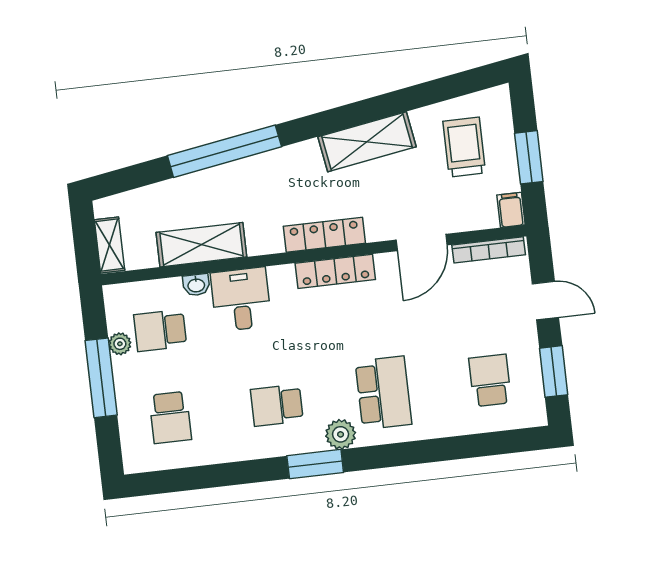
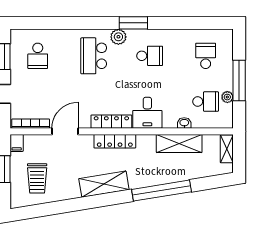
shelving: (367, 142) -> (104, 184), moved
desk: (241, 299) -> (147, 113), moved

